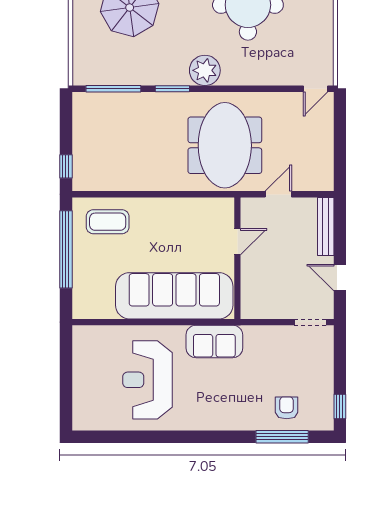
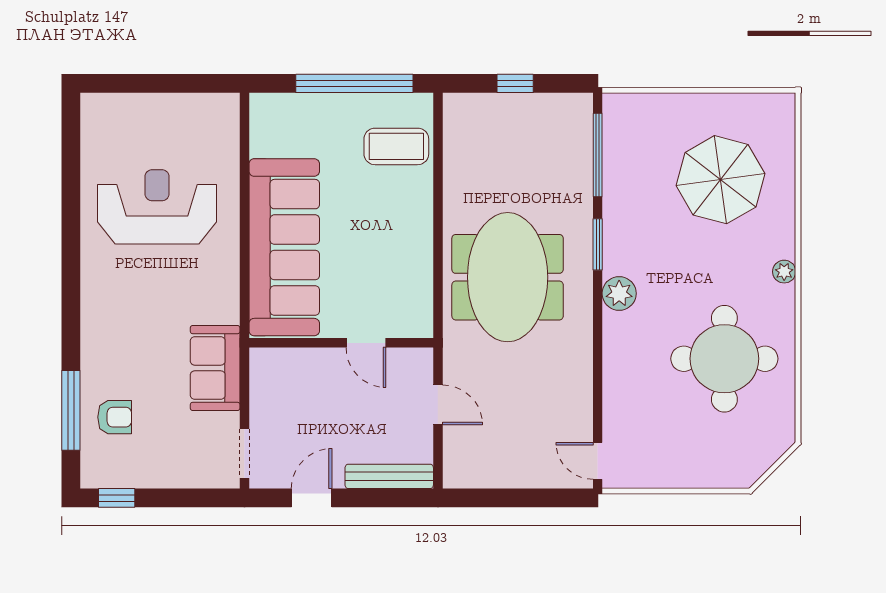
plant: (205, 70) -> (619, 293), width x0.73, depth x0.73
meeting table: (225, 145) -> (508, 277), moved, turned 90
window: (66, 166) -> (515, 83), moved
coffee table: (108, 222) -> (396, 146), turned 90
sofa: (214, 341) -> (215, 368), moved

